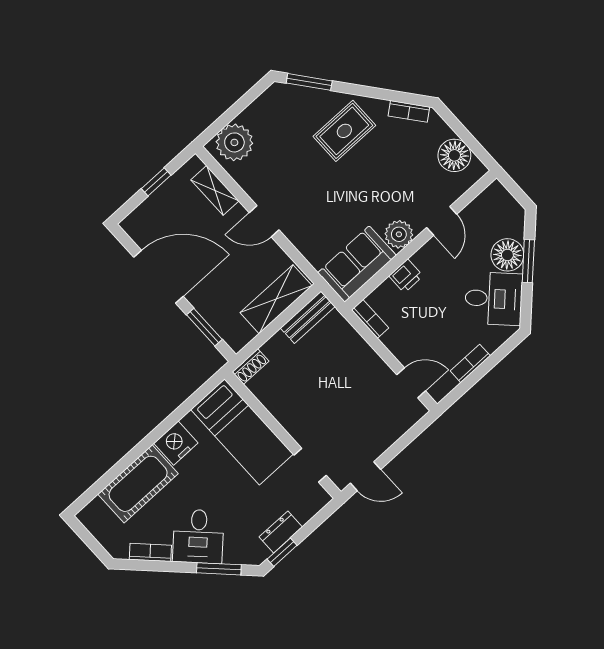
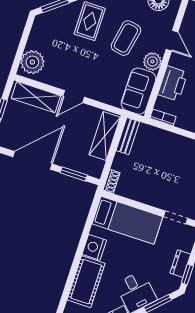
coffee table: (381, 182) -> (126, 38), added
shelving: (215, 190) -> (36, 97), width x1.50, depth x1.33
printer: (406, 276) -> (173, 83), width x1.87, depth x1.48

